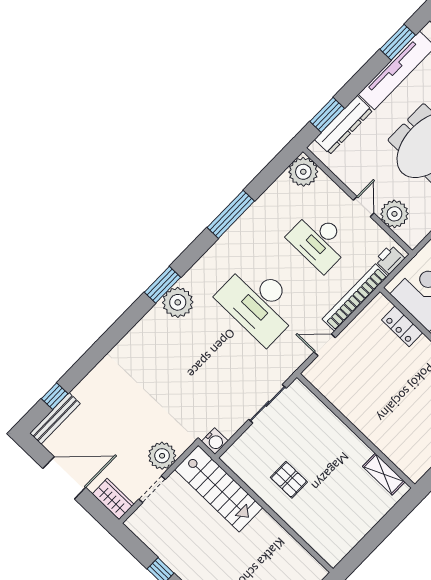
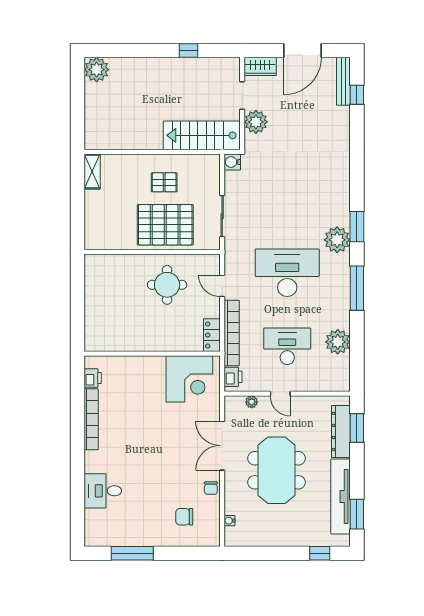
plant: (303, 172) -> (338, 342), moved
window: (231, 214) -> (357, 288), moved
plant: (394, 214) -> (252, 402), width x0.53, depth x0.53
plant: (178, 302) -> (337, 240), moved
locker: (402, 326) -> (212, 335), moved, turned -90
door: (325, 345) -> (222, 286), swing flipped
round table: (370, 391) -> (167, 285), added
pallet: (323, 443) -> (165, 225), added
shelving: (384, 474) -> (92, 171), moved, turned 90

